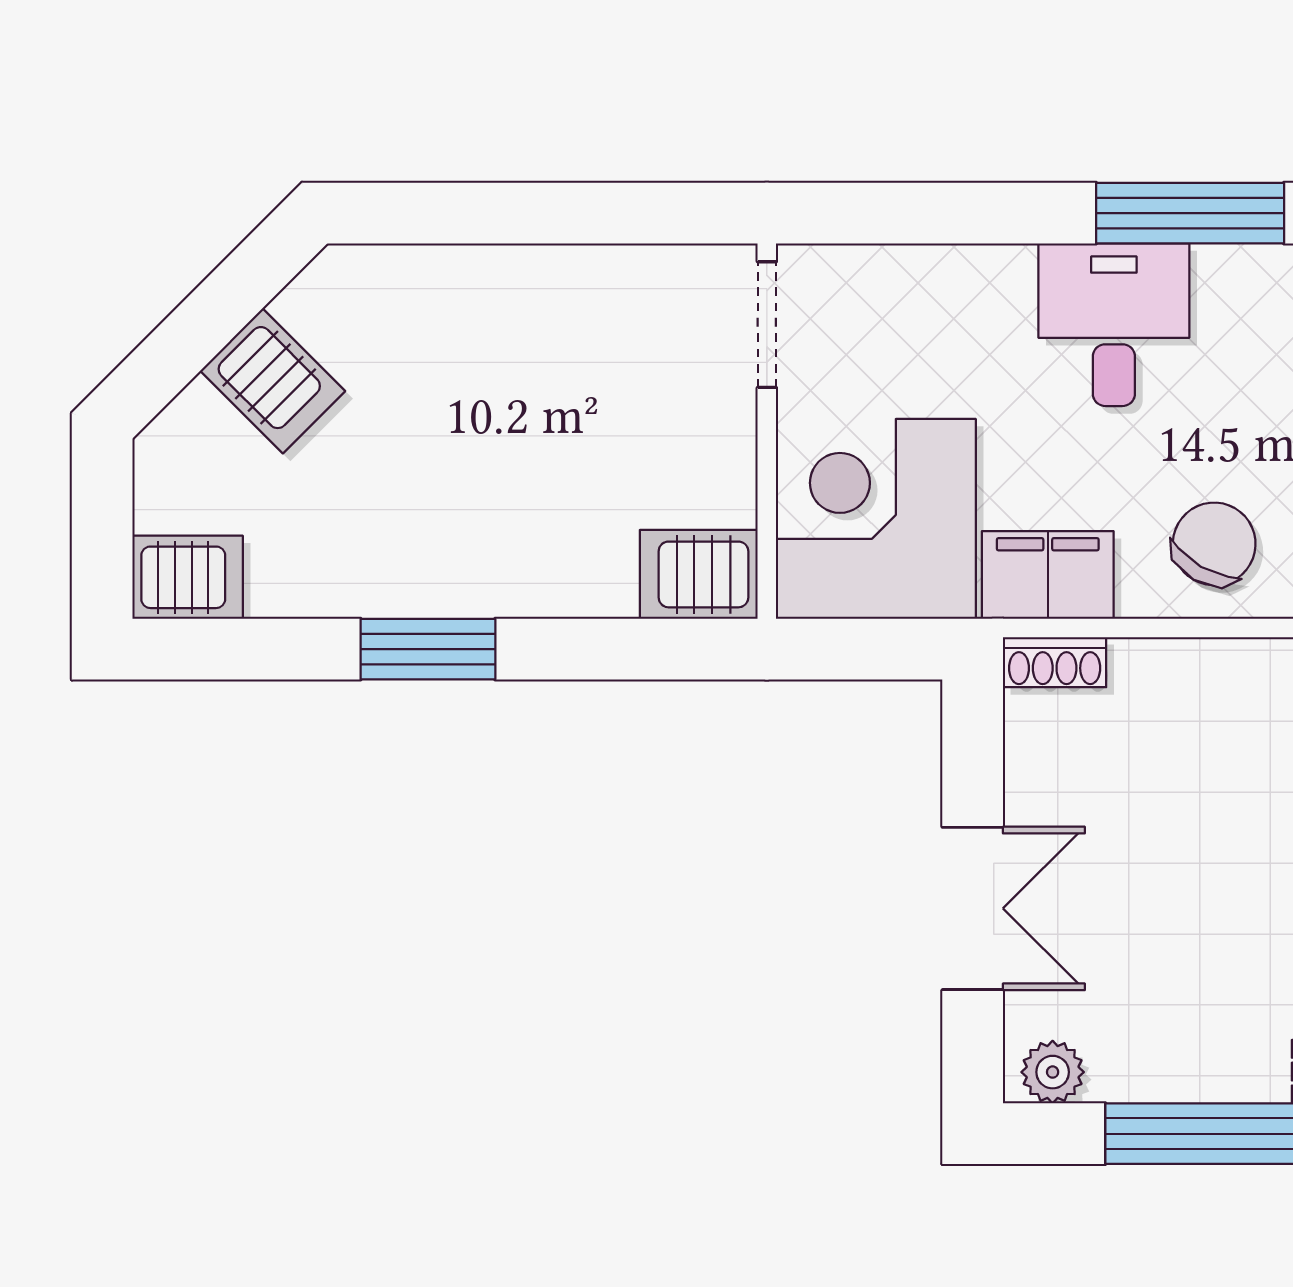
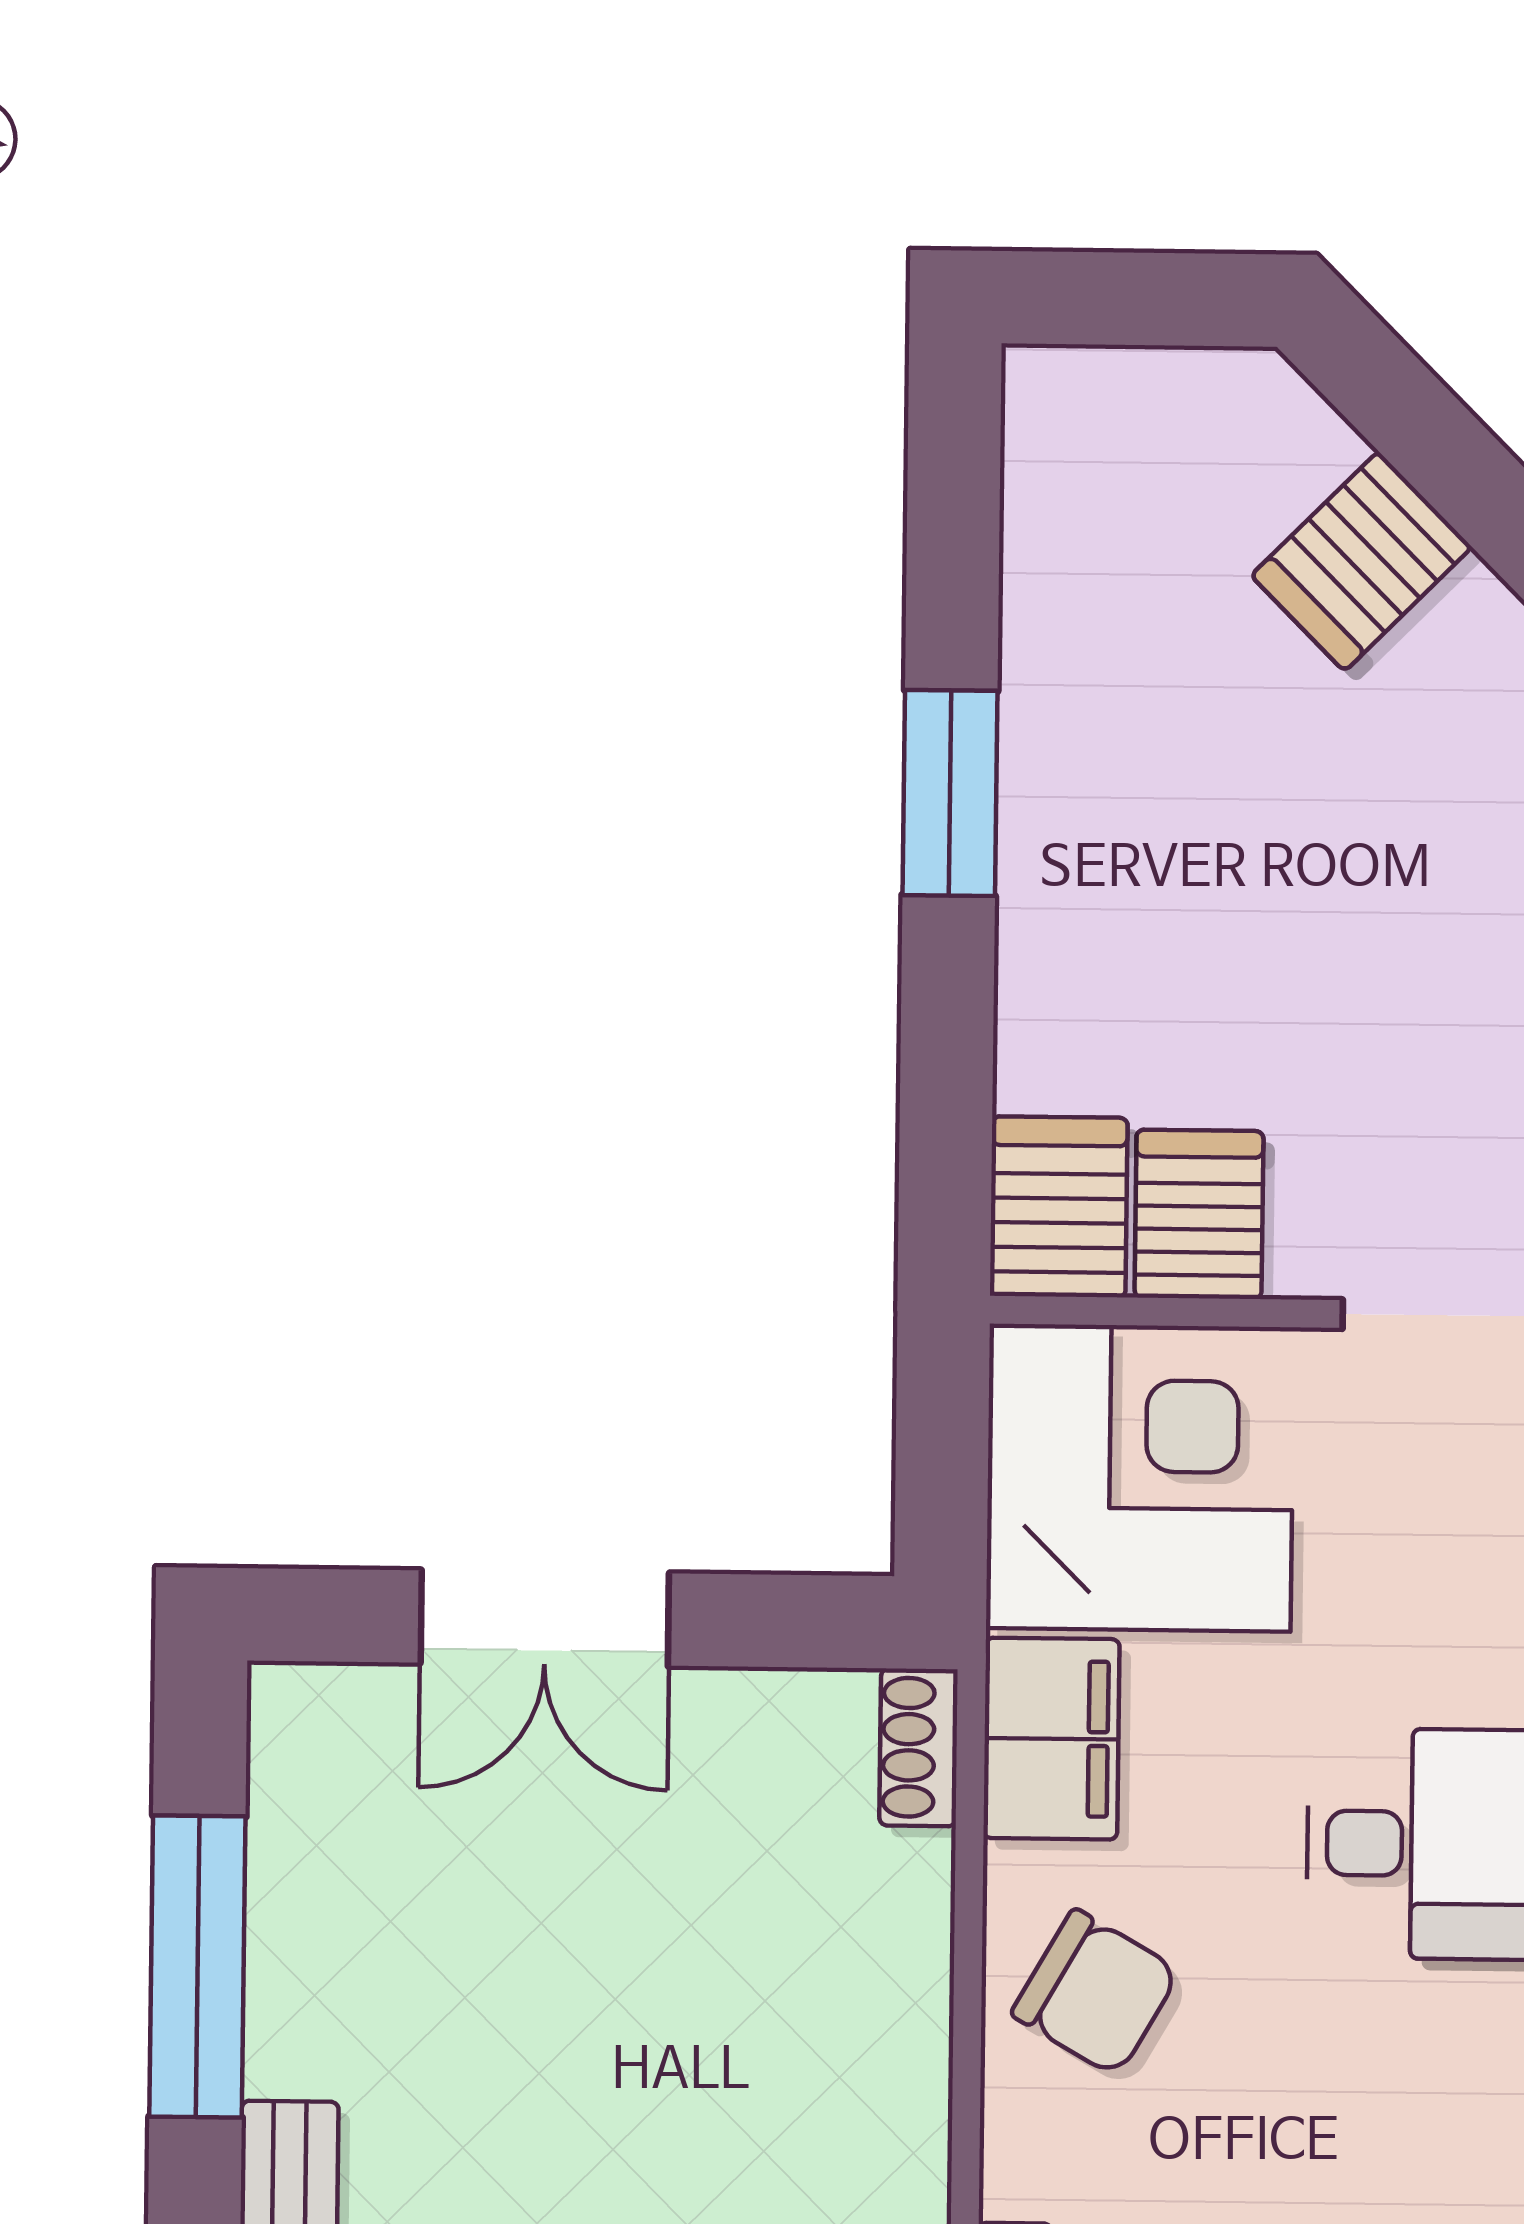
server rack: (188, 577) -> (1199, 1214), moved, turned 180
plant: (1053, 1072) -> (294, 1737), removed

